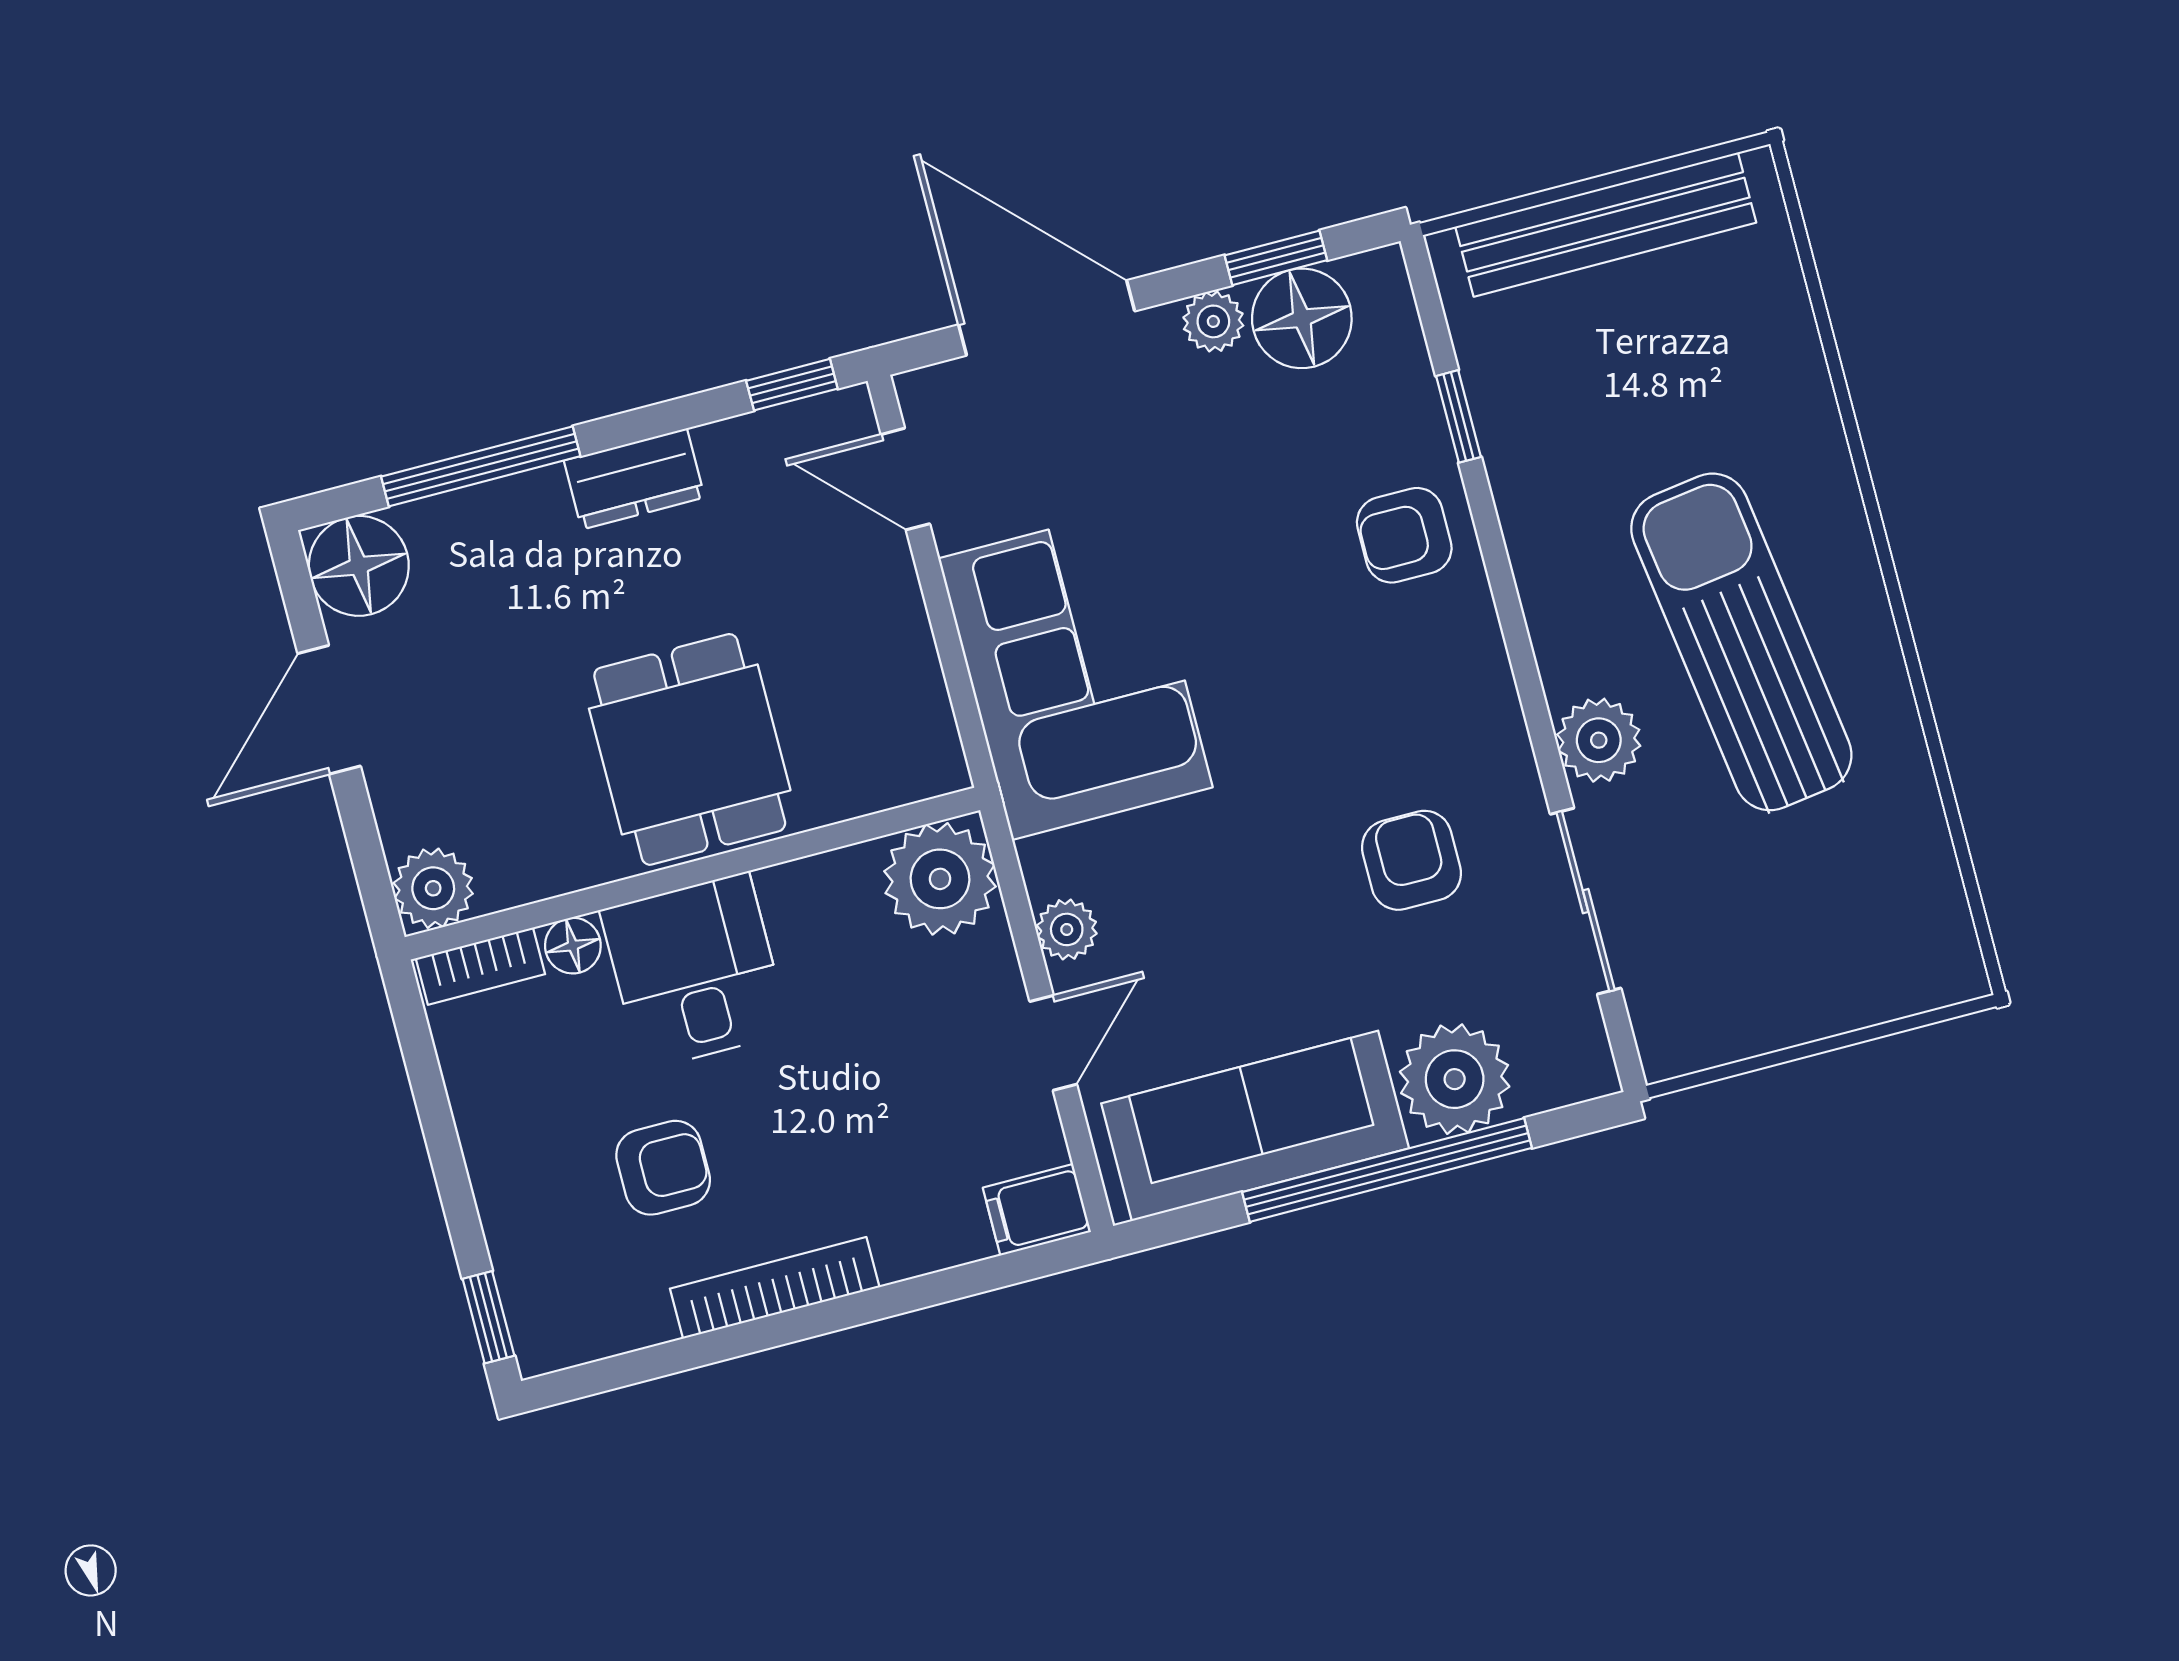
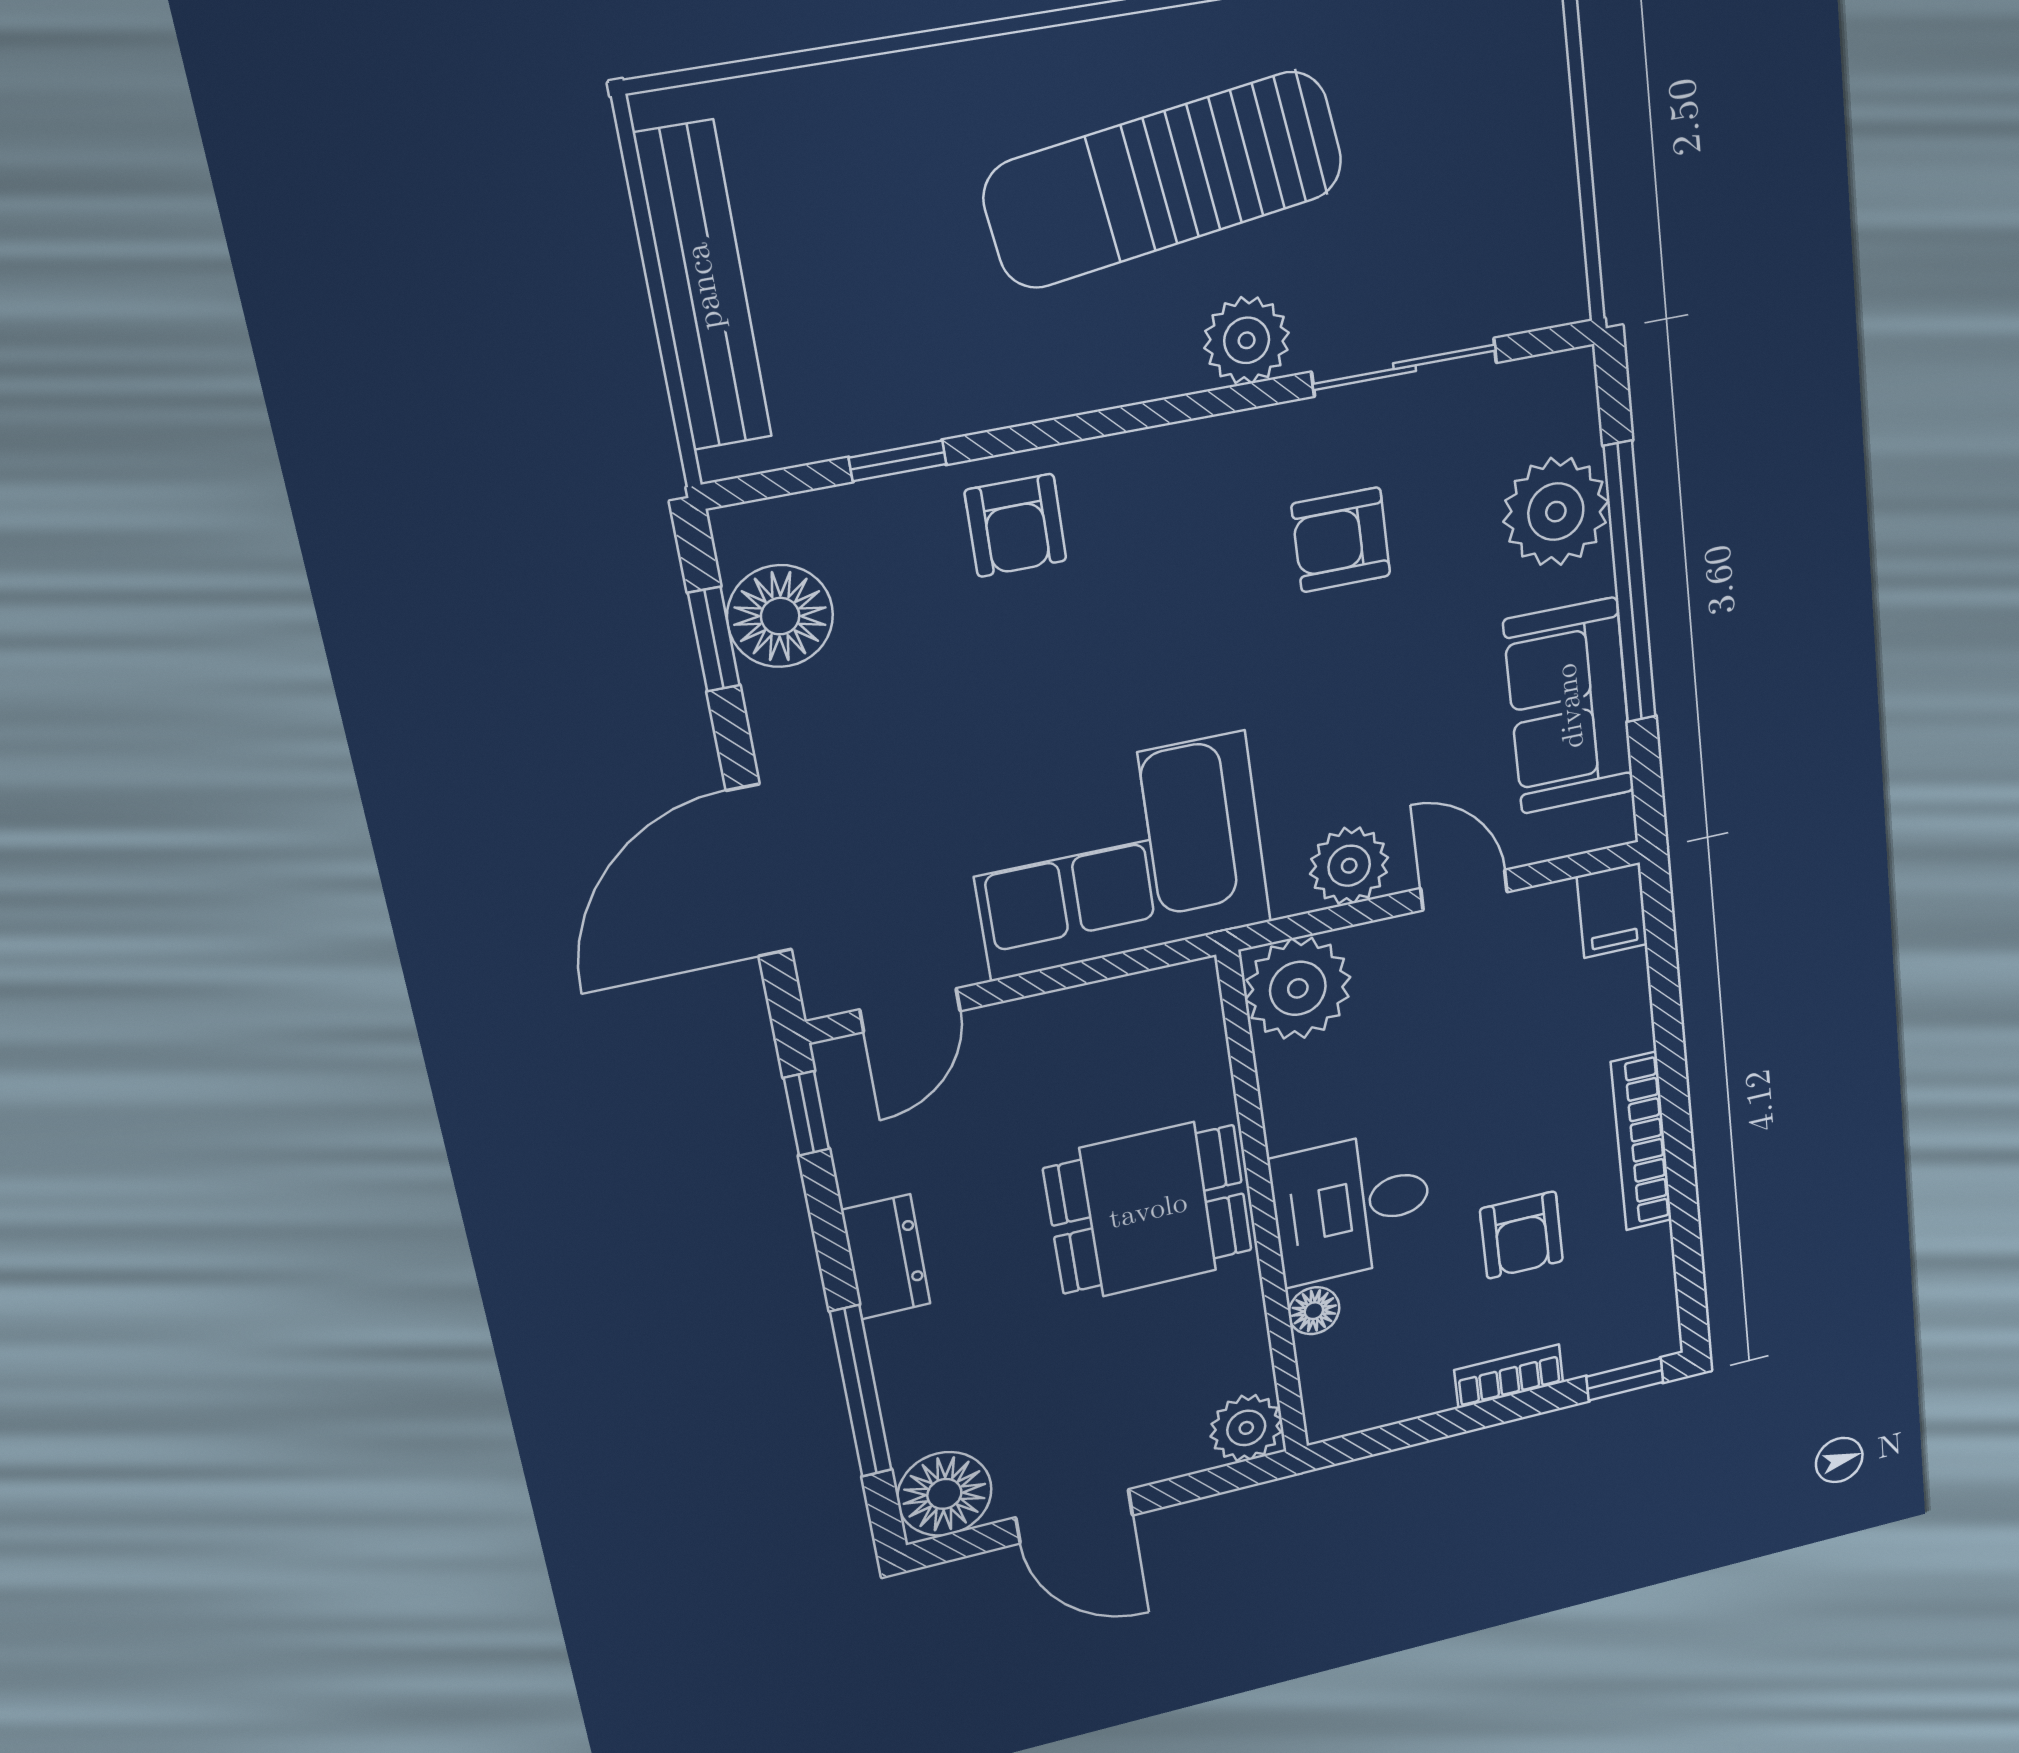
plant: (1213, 321) -> (776, 706), removed
plant: (1067, 929) -> (1349, 866), width x1.38, depth x1.38
bookcase: (480, 966) -> (1509, 1376), moved, turned -90
sofa: (1255, 1126) -> (1569, 706), width x0.73
armchair: (663, 1168) -> (1521, 1235), turned 180

